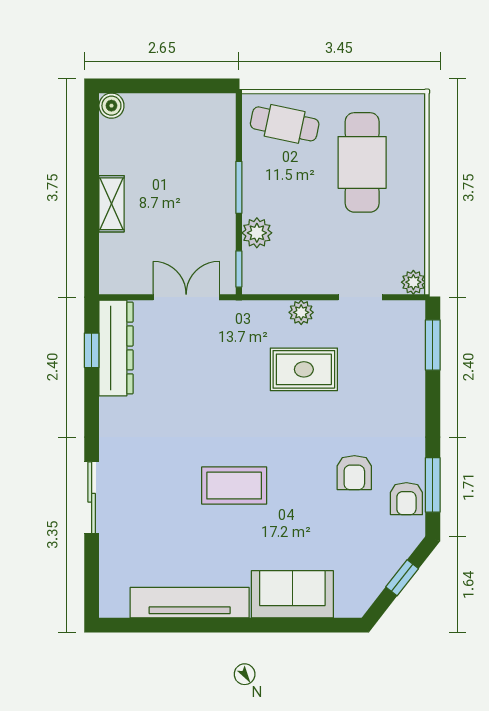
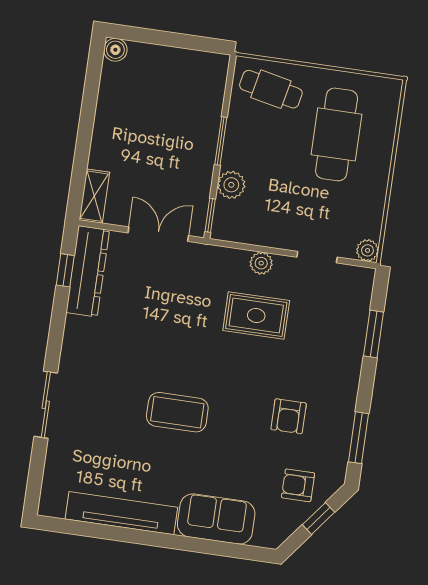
shelving: (112, 204) -> (94, 196), moved
window: (433, 345) -> (373, 334), moved
armchair: (406, 499) -> (298, 485), moved, turned 90

